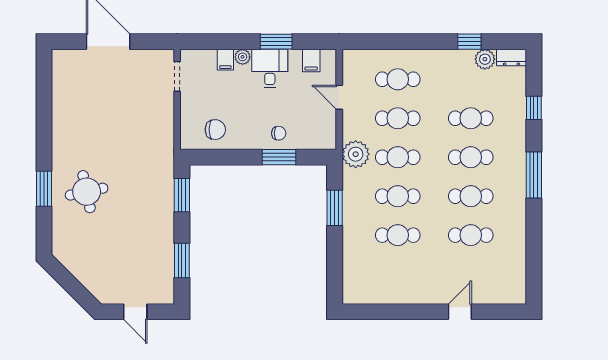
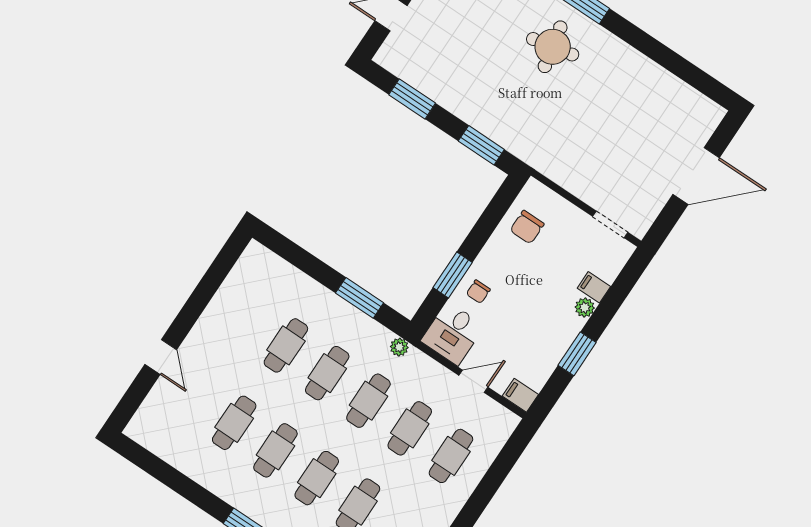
filing cabinet: (311, 61) -> (520, 395), moved
desk: (270, 68) -> (453, 333), moved, turned 90
plant: (356, 154) -> (399, 347), width x0.53, depth x0.53

